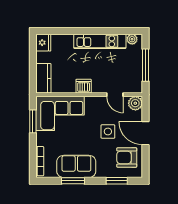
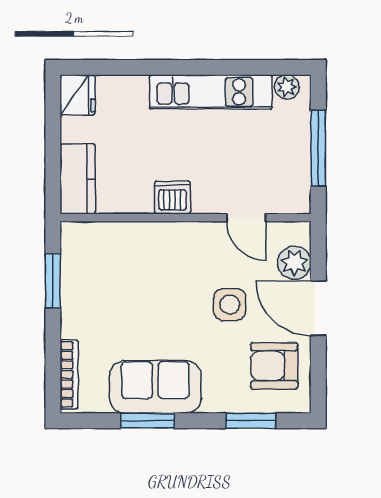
plant: (135, 103) -> (294, 263), moved
corner sofa: (60, 113) -> (117, 262), removed

